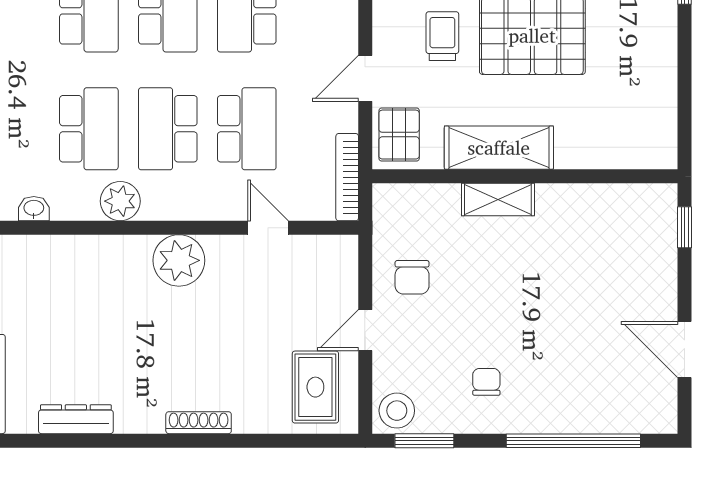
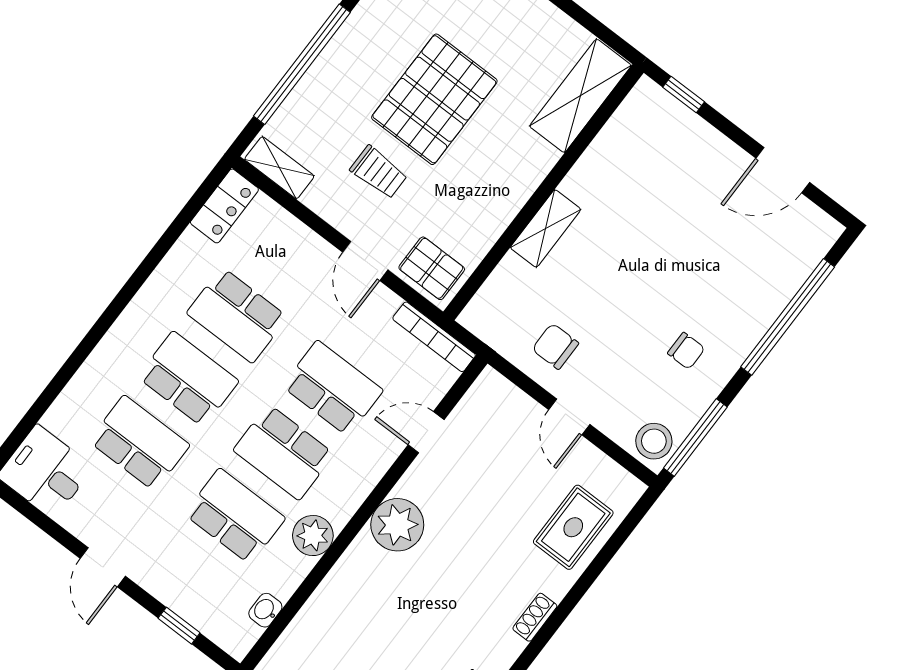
trolley: (442, 36) -> (379, 172), turned 180
shelving: (499, 148) -> (580, 96), moved
chair: (412, 277) -> (555, 346), turned 180
chair: (486, 382) -> (686, 351), turned 180
rug: (315, 387) -> (573, 527), moved, turned 90
shoe rack: (199, 423) -> (535, 617), width x0.70
window: (424, 441) -> (695, 438), width x1.44

